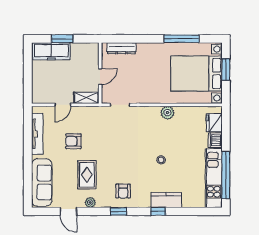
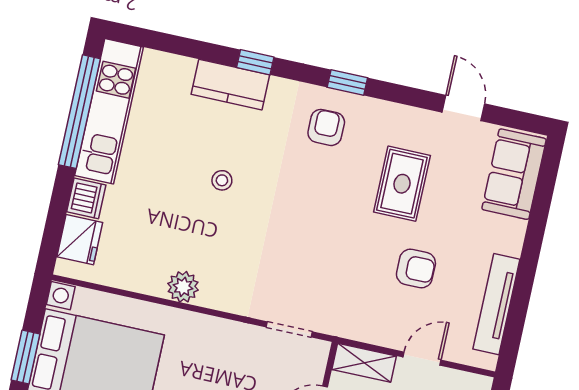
sofa: (42, 183) -> (514, 174), width x0.73
plant: (90, 202) -> (408, 118), removed

